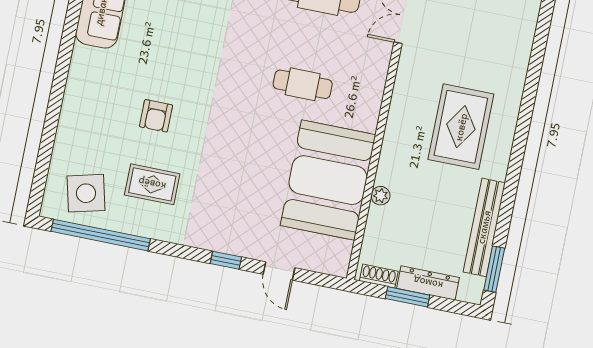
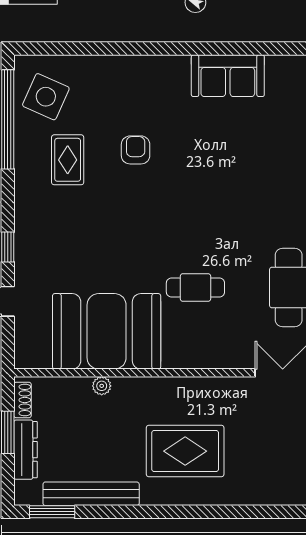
cafe table: (303, 84) -> (195, 288), turned 90
armchair: (156, 116) -> (136, 150), turned 90
side table: (86, 193) -> (46, 97), turned 38

